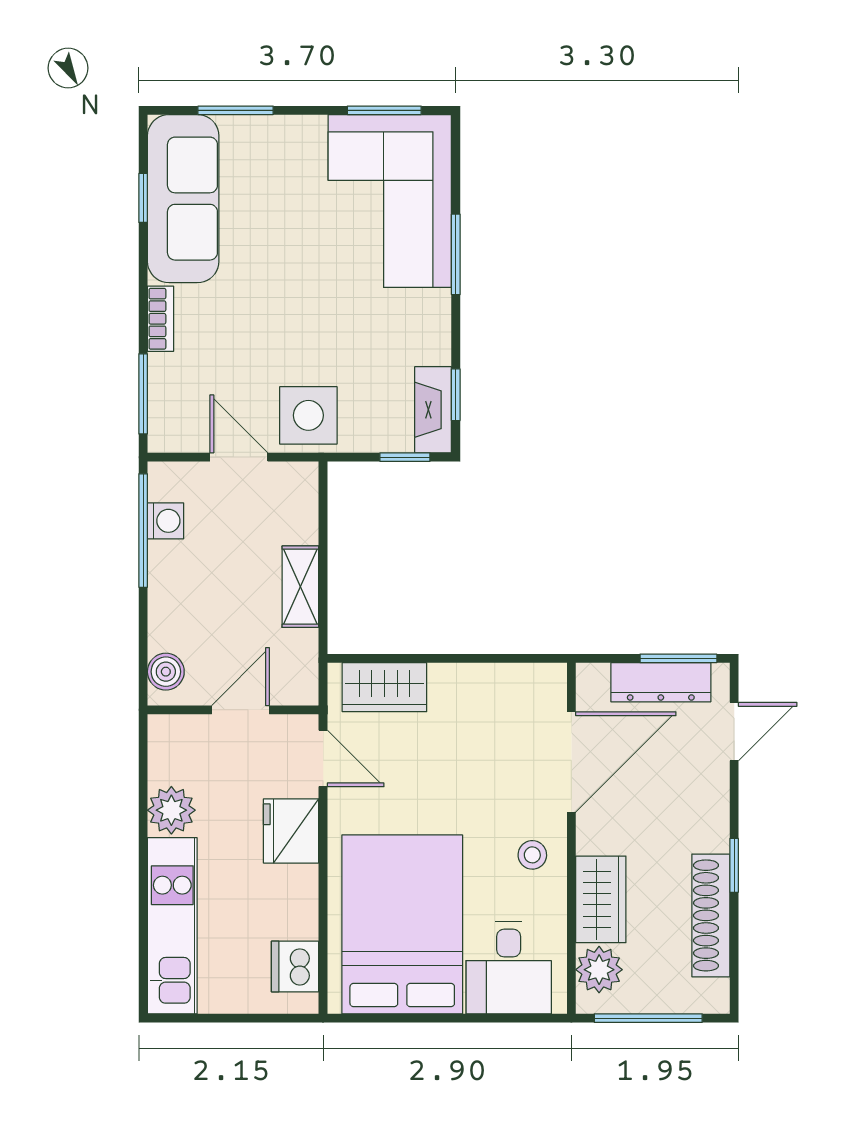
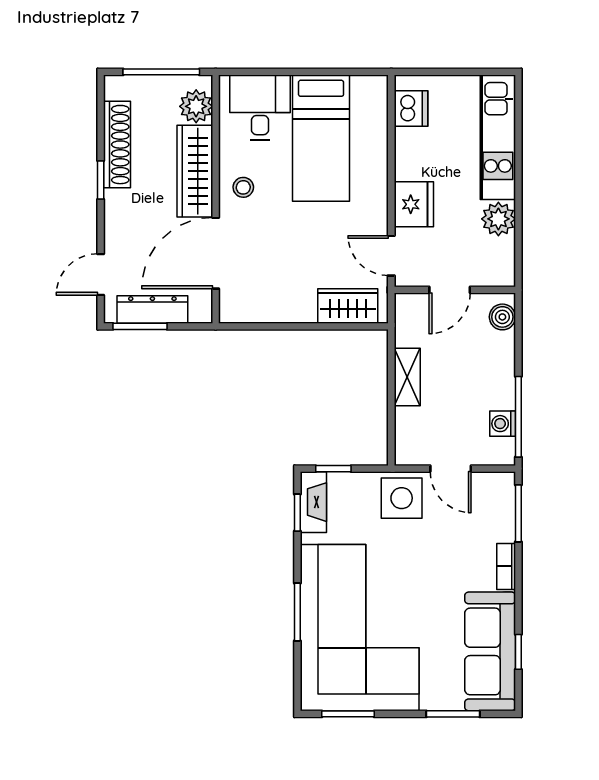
corner sofa: (390, 201) -> (360, 628), width x1.36, depth x1.36
wardrobe: (601, 899) -> (195, 171), width x1.50
bed: (402, 924) -> (321, 138), width x0.67

